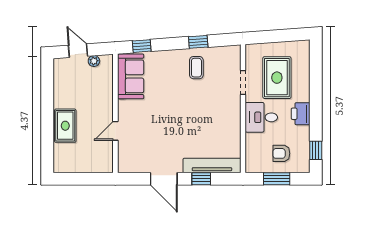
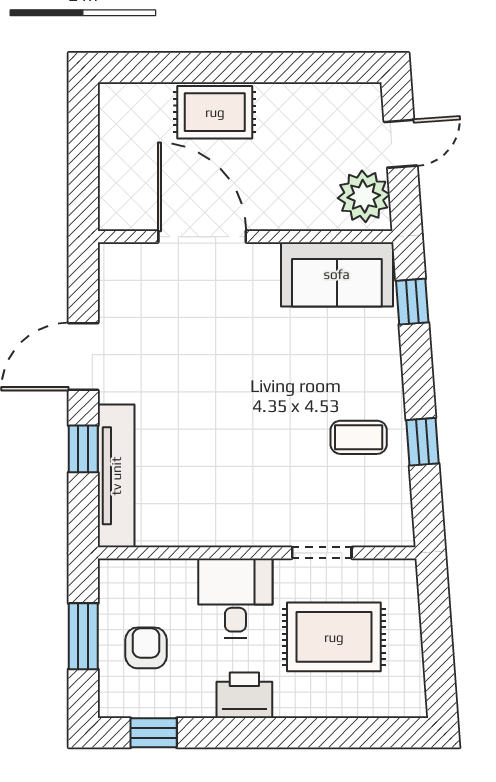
plant: (94, 61) -> (364, 196), width x1.87, depth x1.87
door: (115, 131) -> (202, 237), width x1.87

